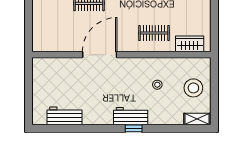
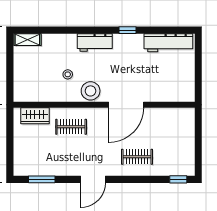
stool: (193, 88) -> (91, 91), moved
workbench: (64, 116) -> (168, 43), width x1.38
window: (134, 128) -> (127, 30), moved

